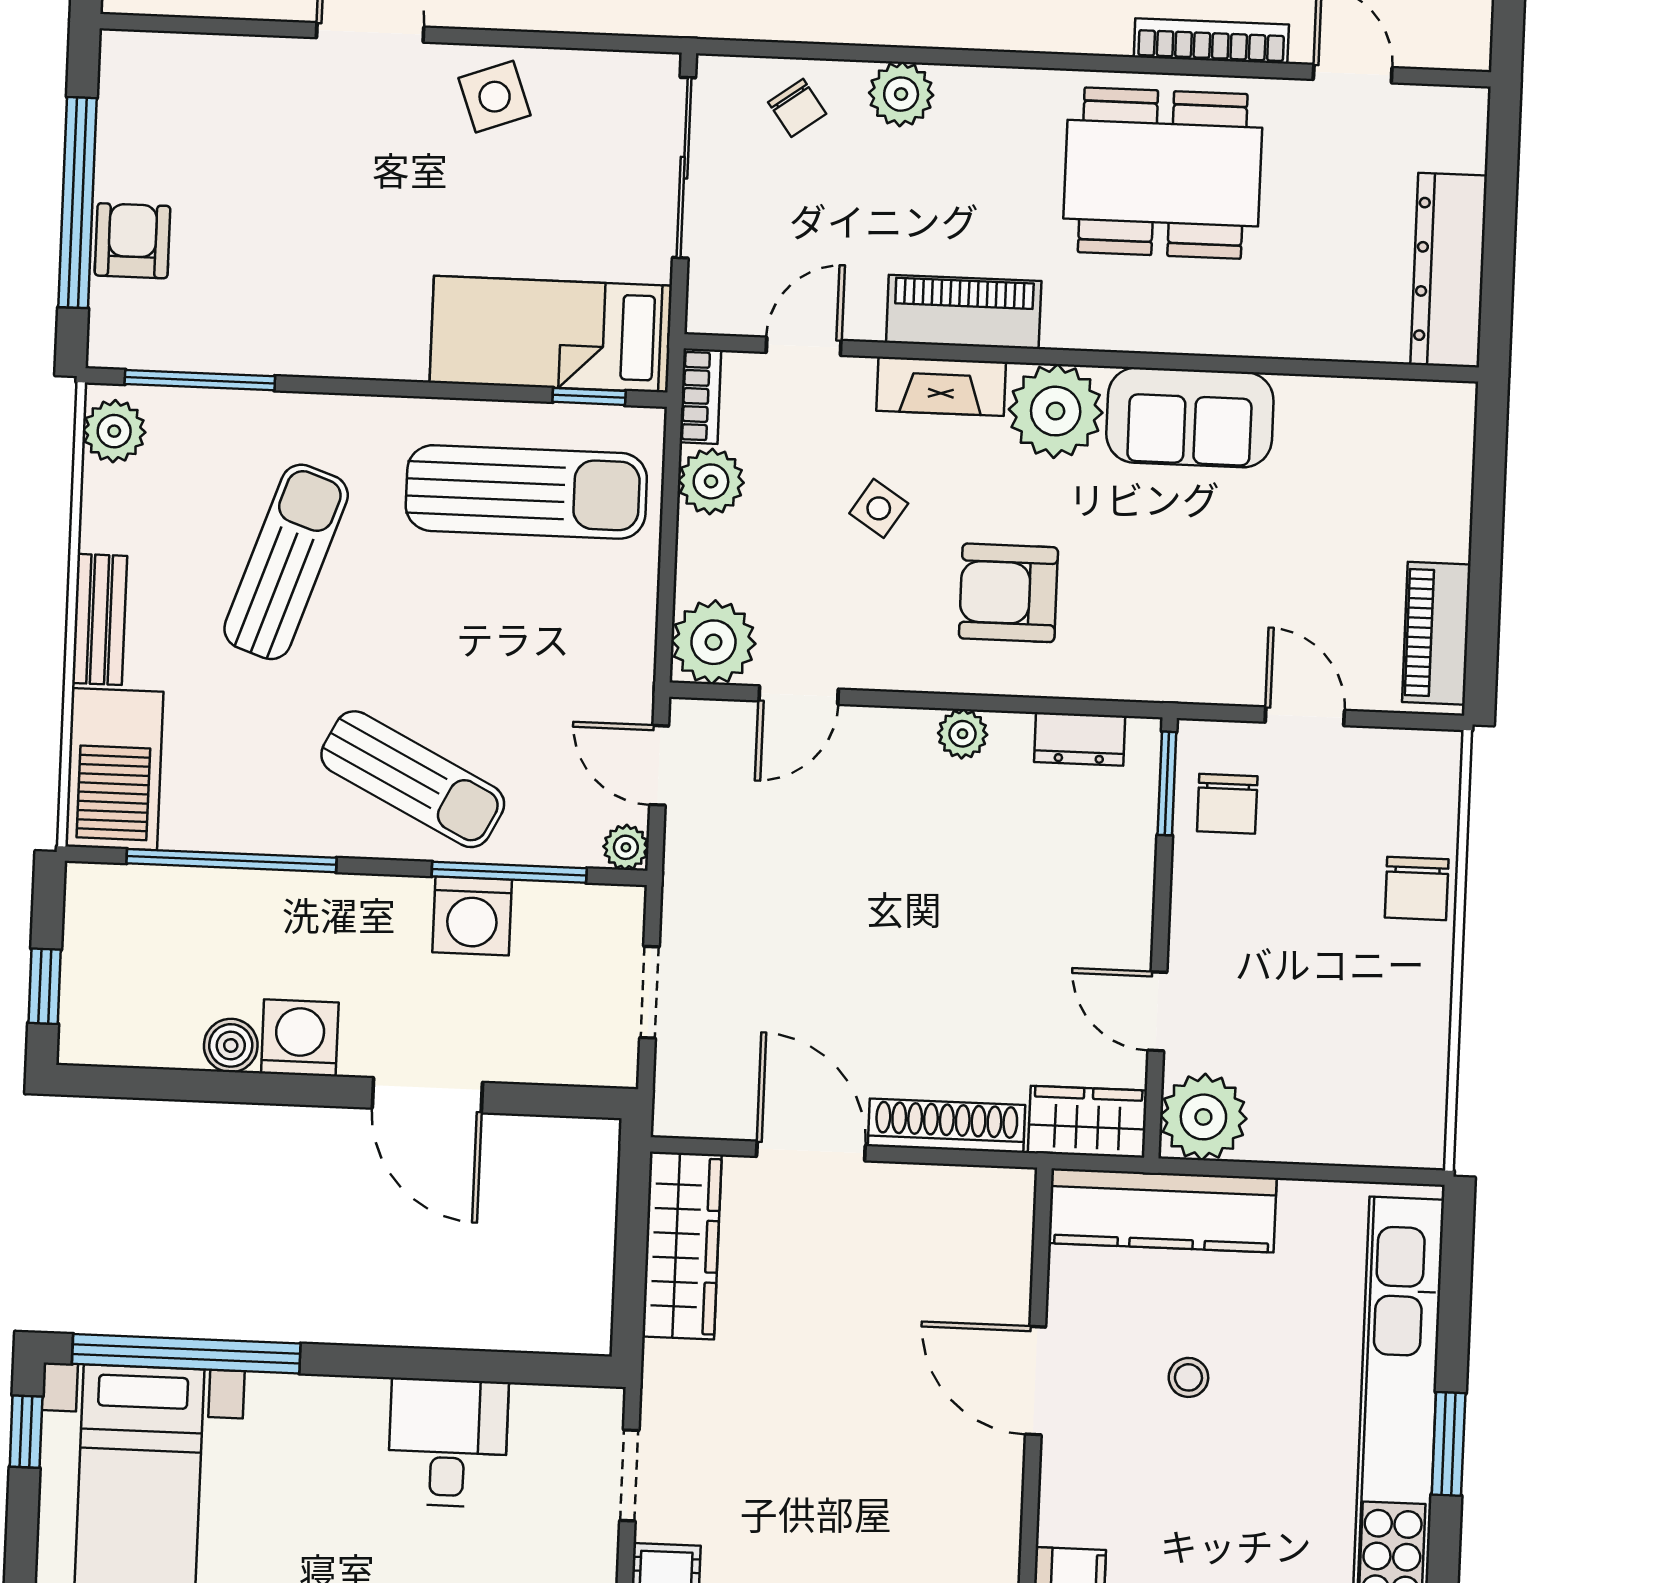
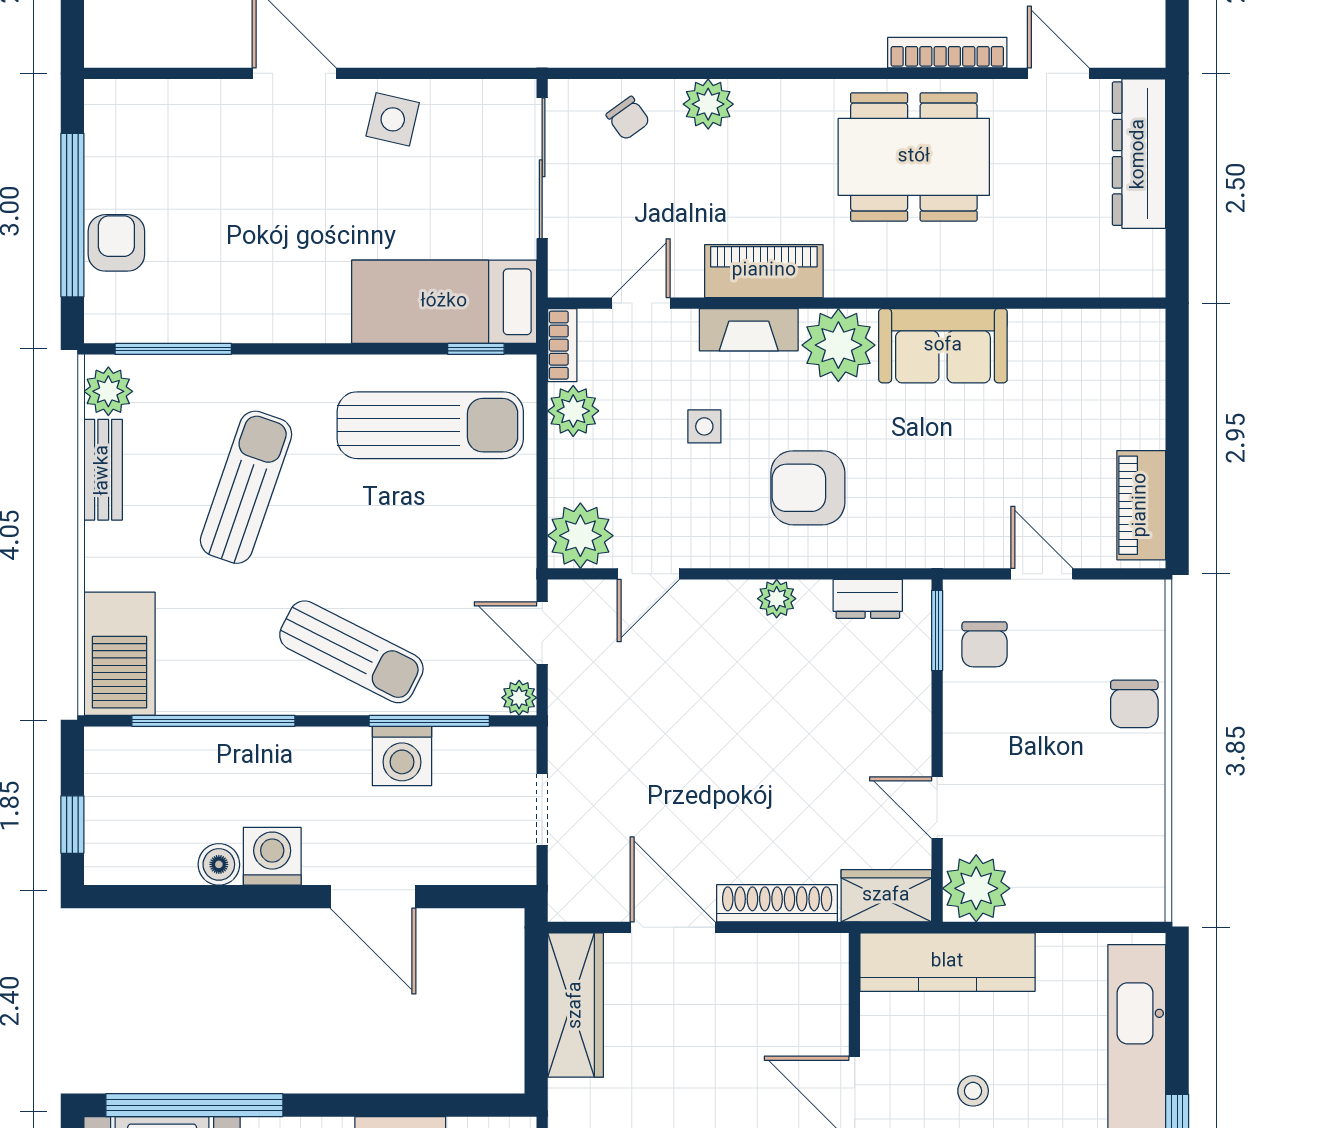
side table: (495, 97) -> (393, 119), turned 33
dresser: (1449, 270) -> (1139, 154), moved
side table: (879, 508) -> (704, 426), turned -33
bench: (100, 619) -> (103, 470), moved

